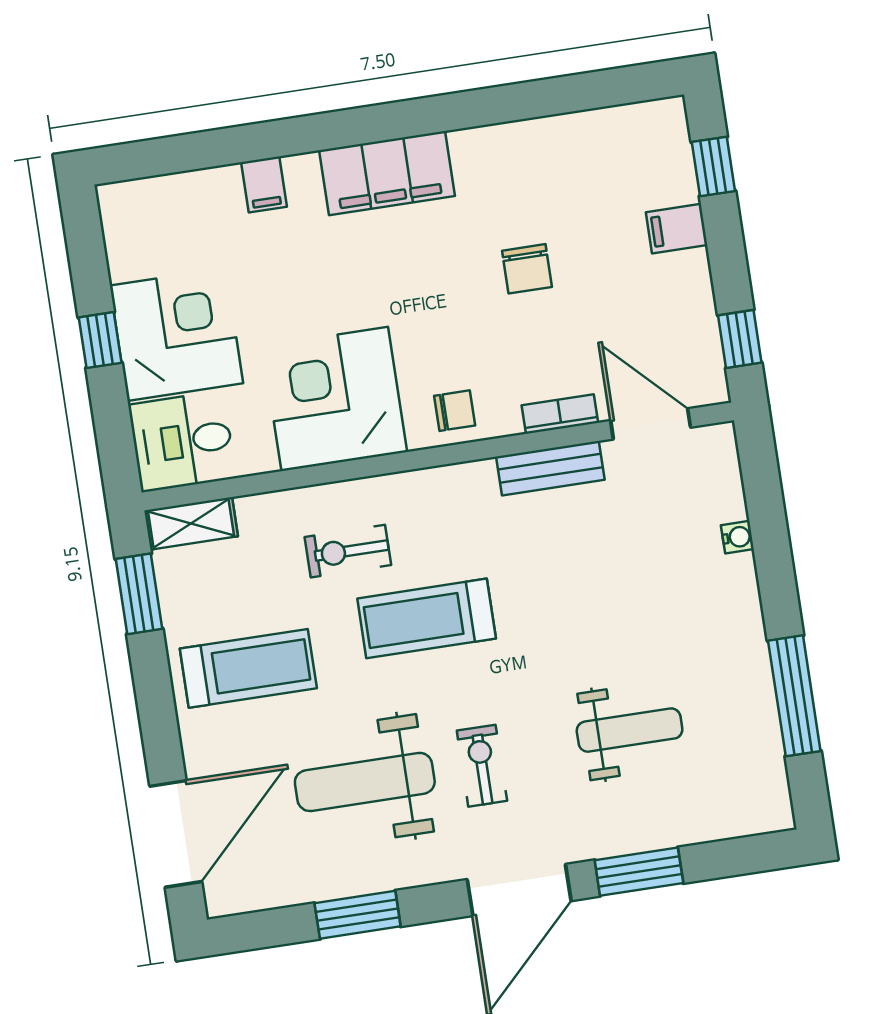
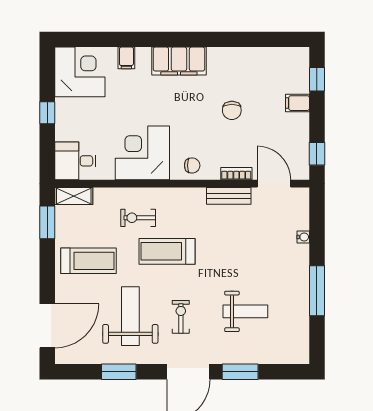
corner desk: (176, 334) -> (80, 72), moved
window: (794, 696) -> (317, 291), moved
weight bench: (365, 782) -> (130, 316), turned 90

